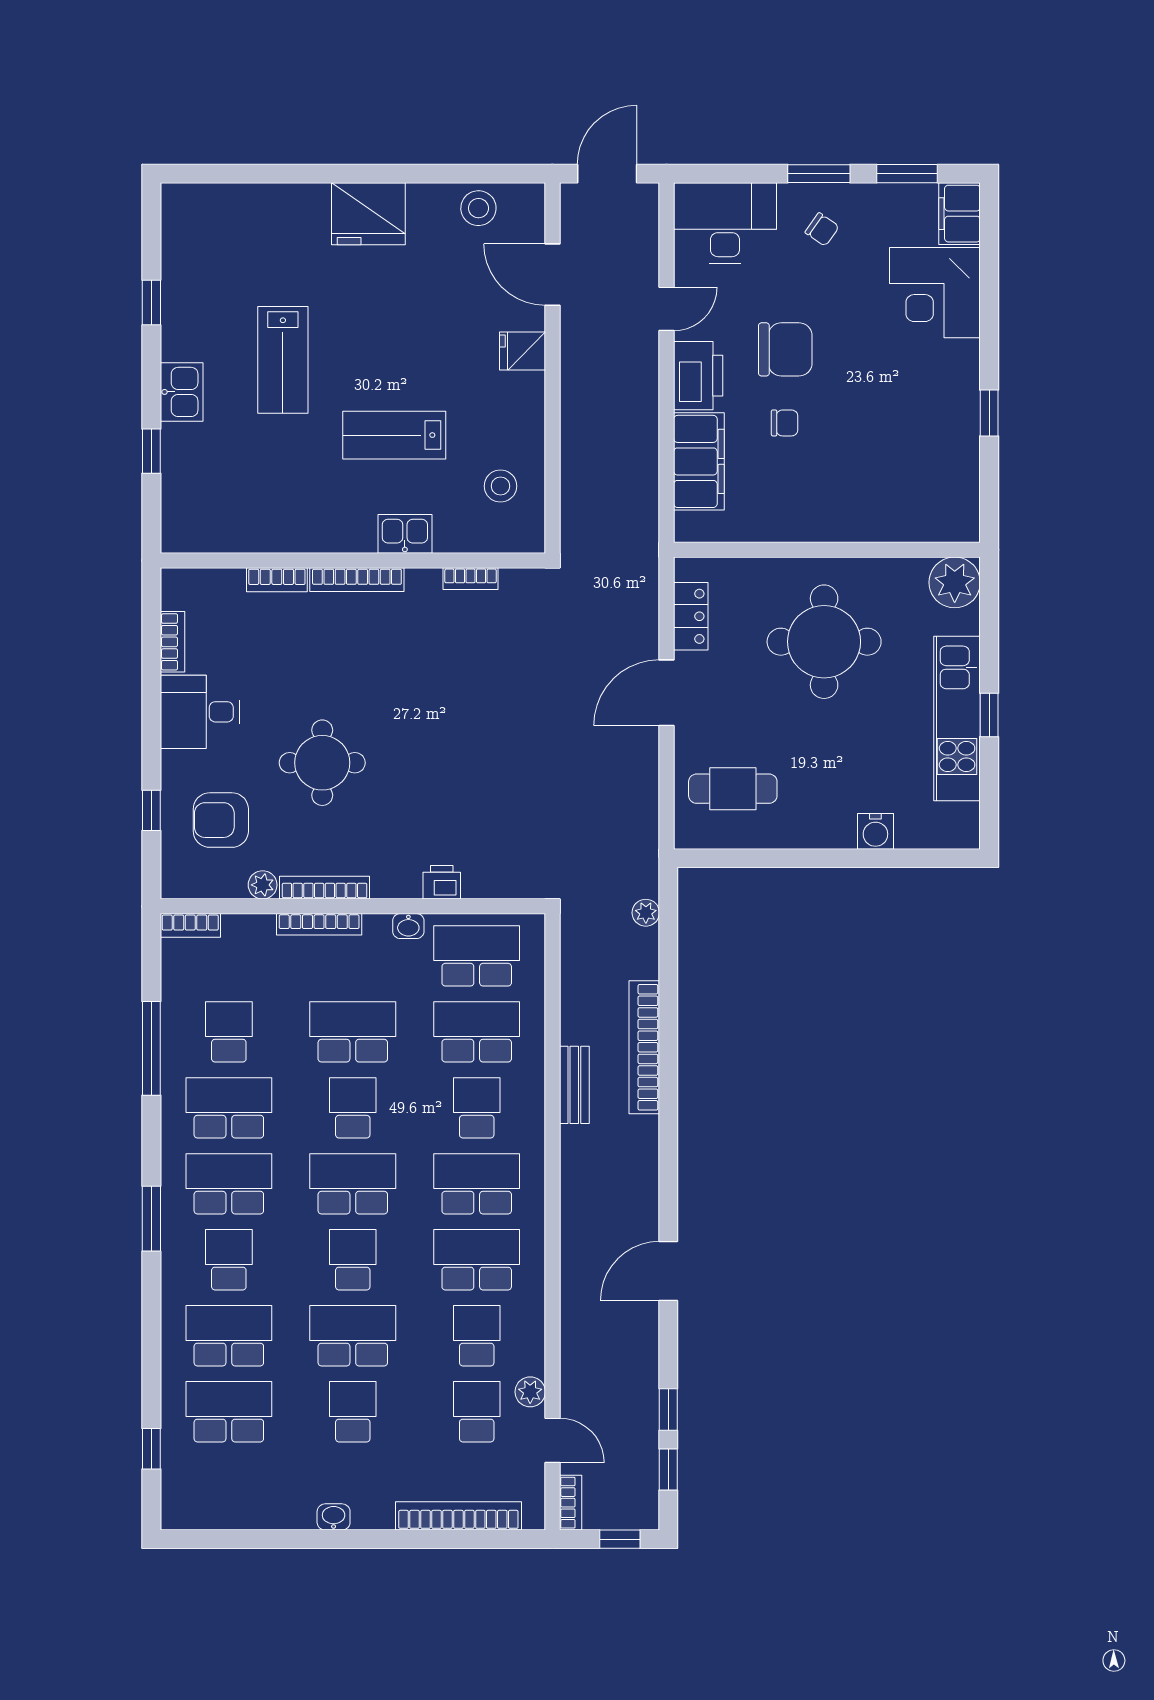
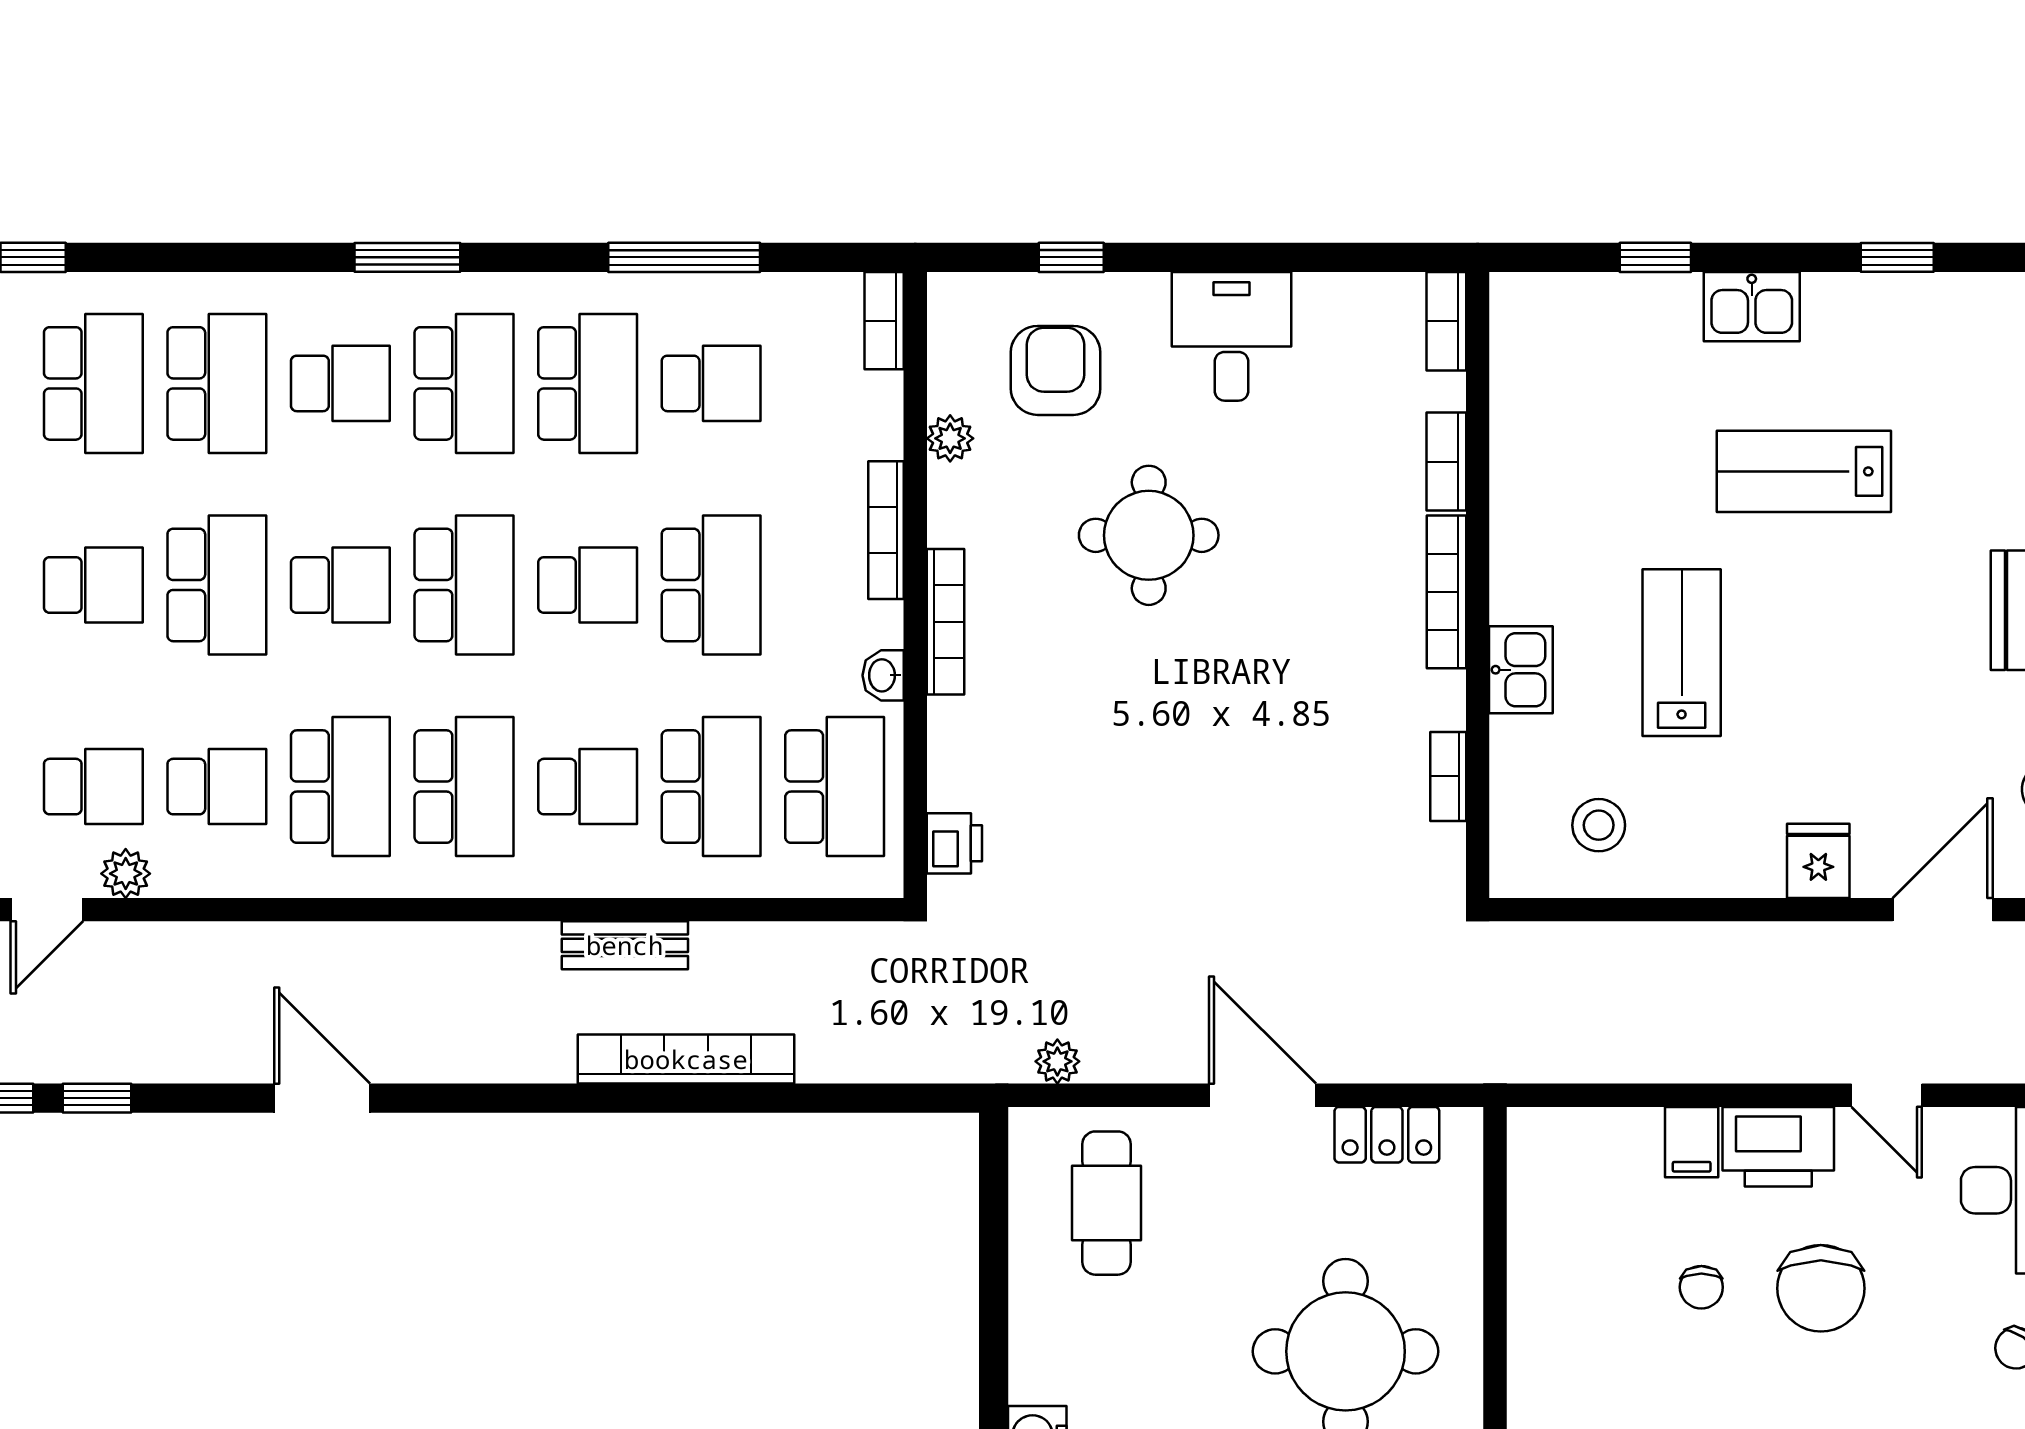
filing cabinet: (699, 461) -> (1692, 1142), width x0.33, depth x0.86
bookcase: (172, 642) -> (1446, 321), moved, turned 90
printer: (442, 882) -> (954, 843), moved
bookcase: (325, 888) -> (946, 622), moved
plant: (646, 913) -> (1057, 1061), moved

